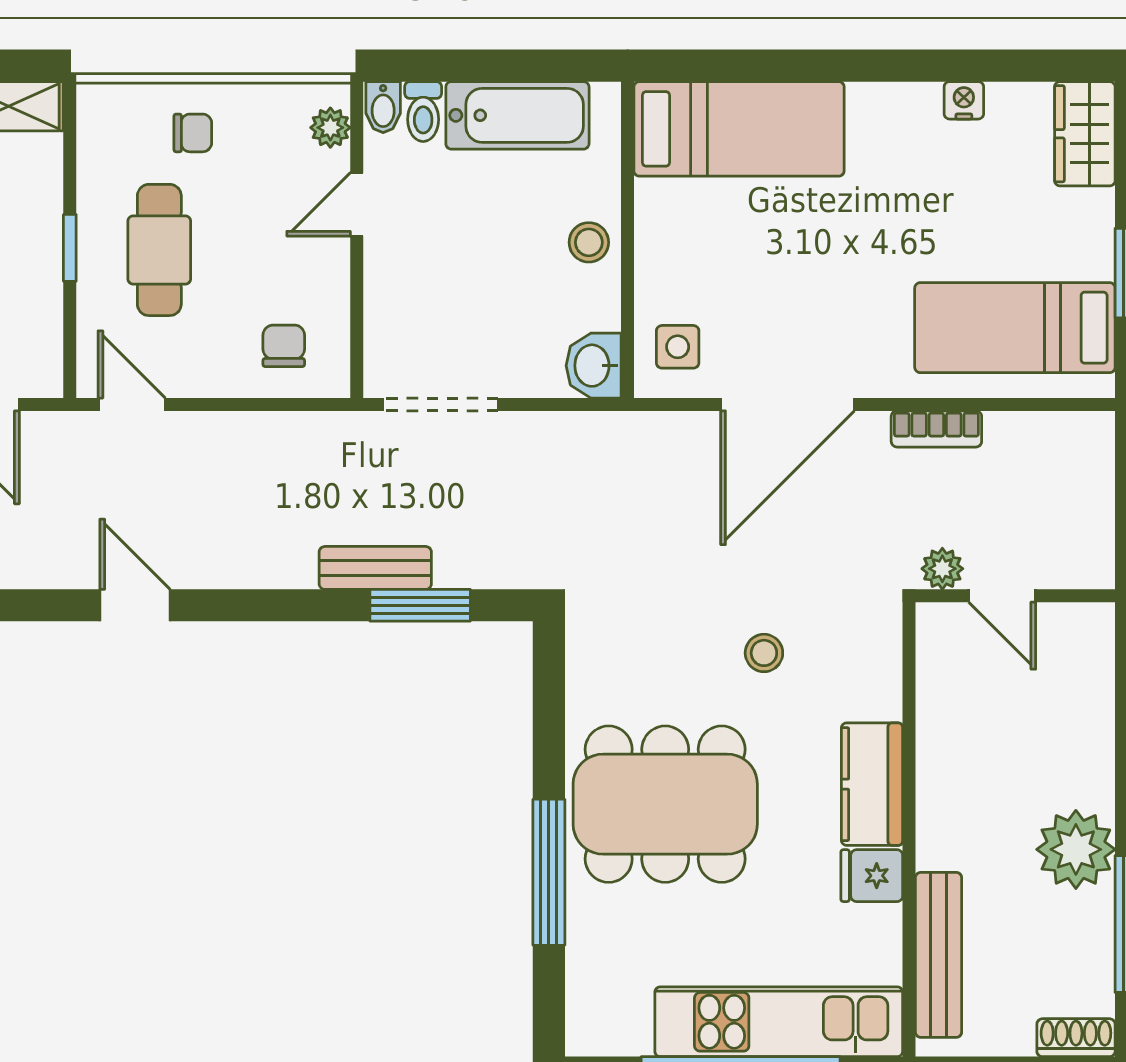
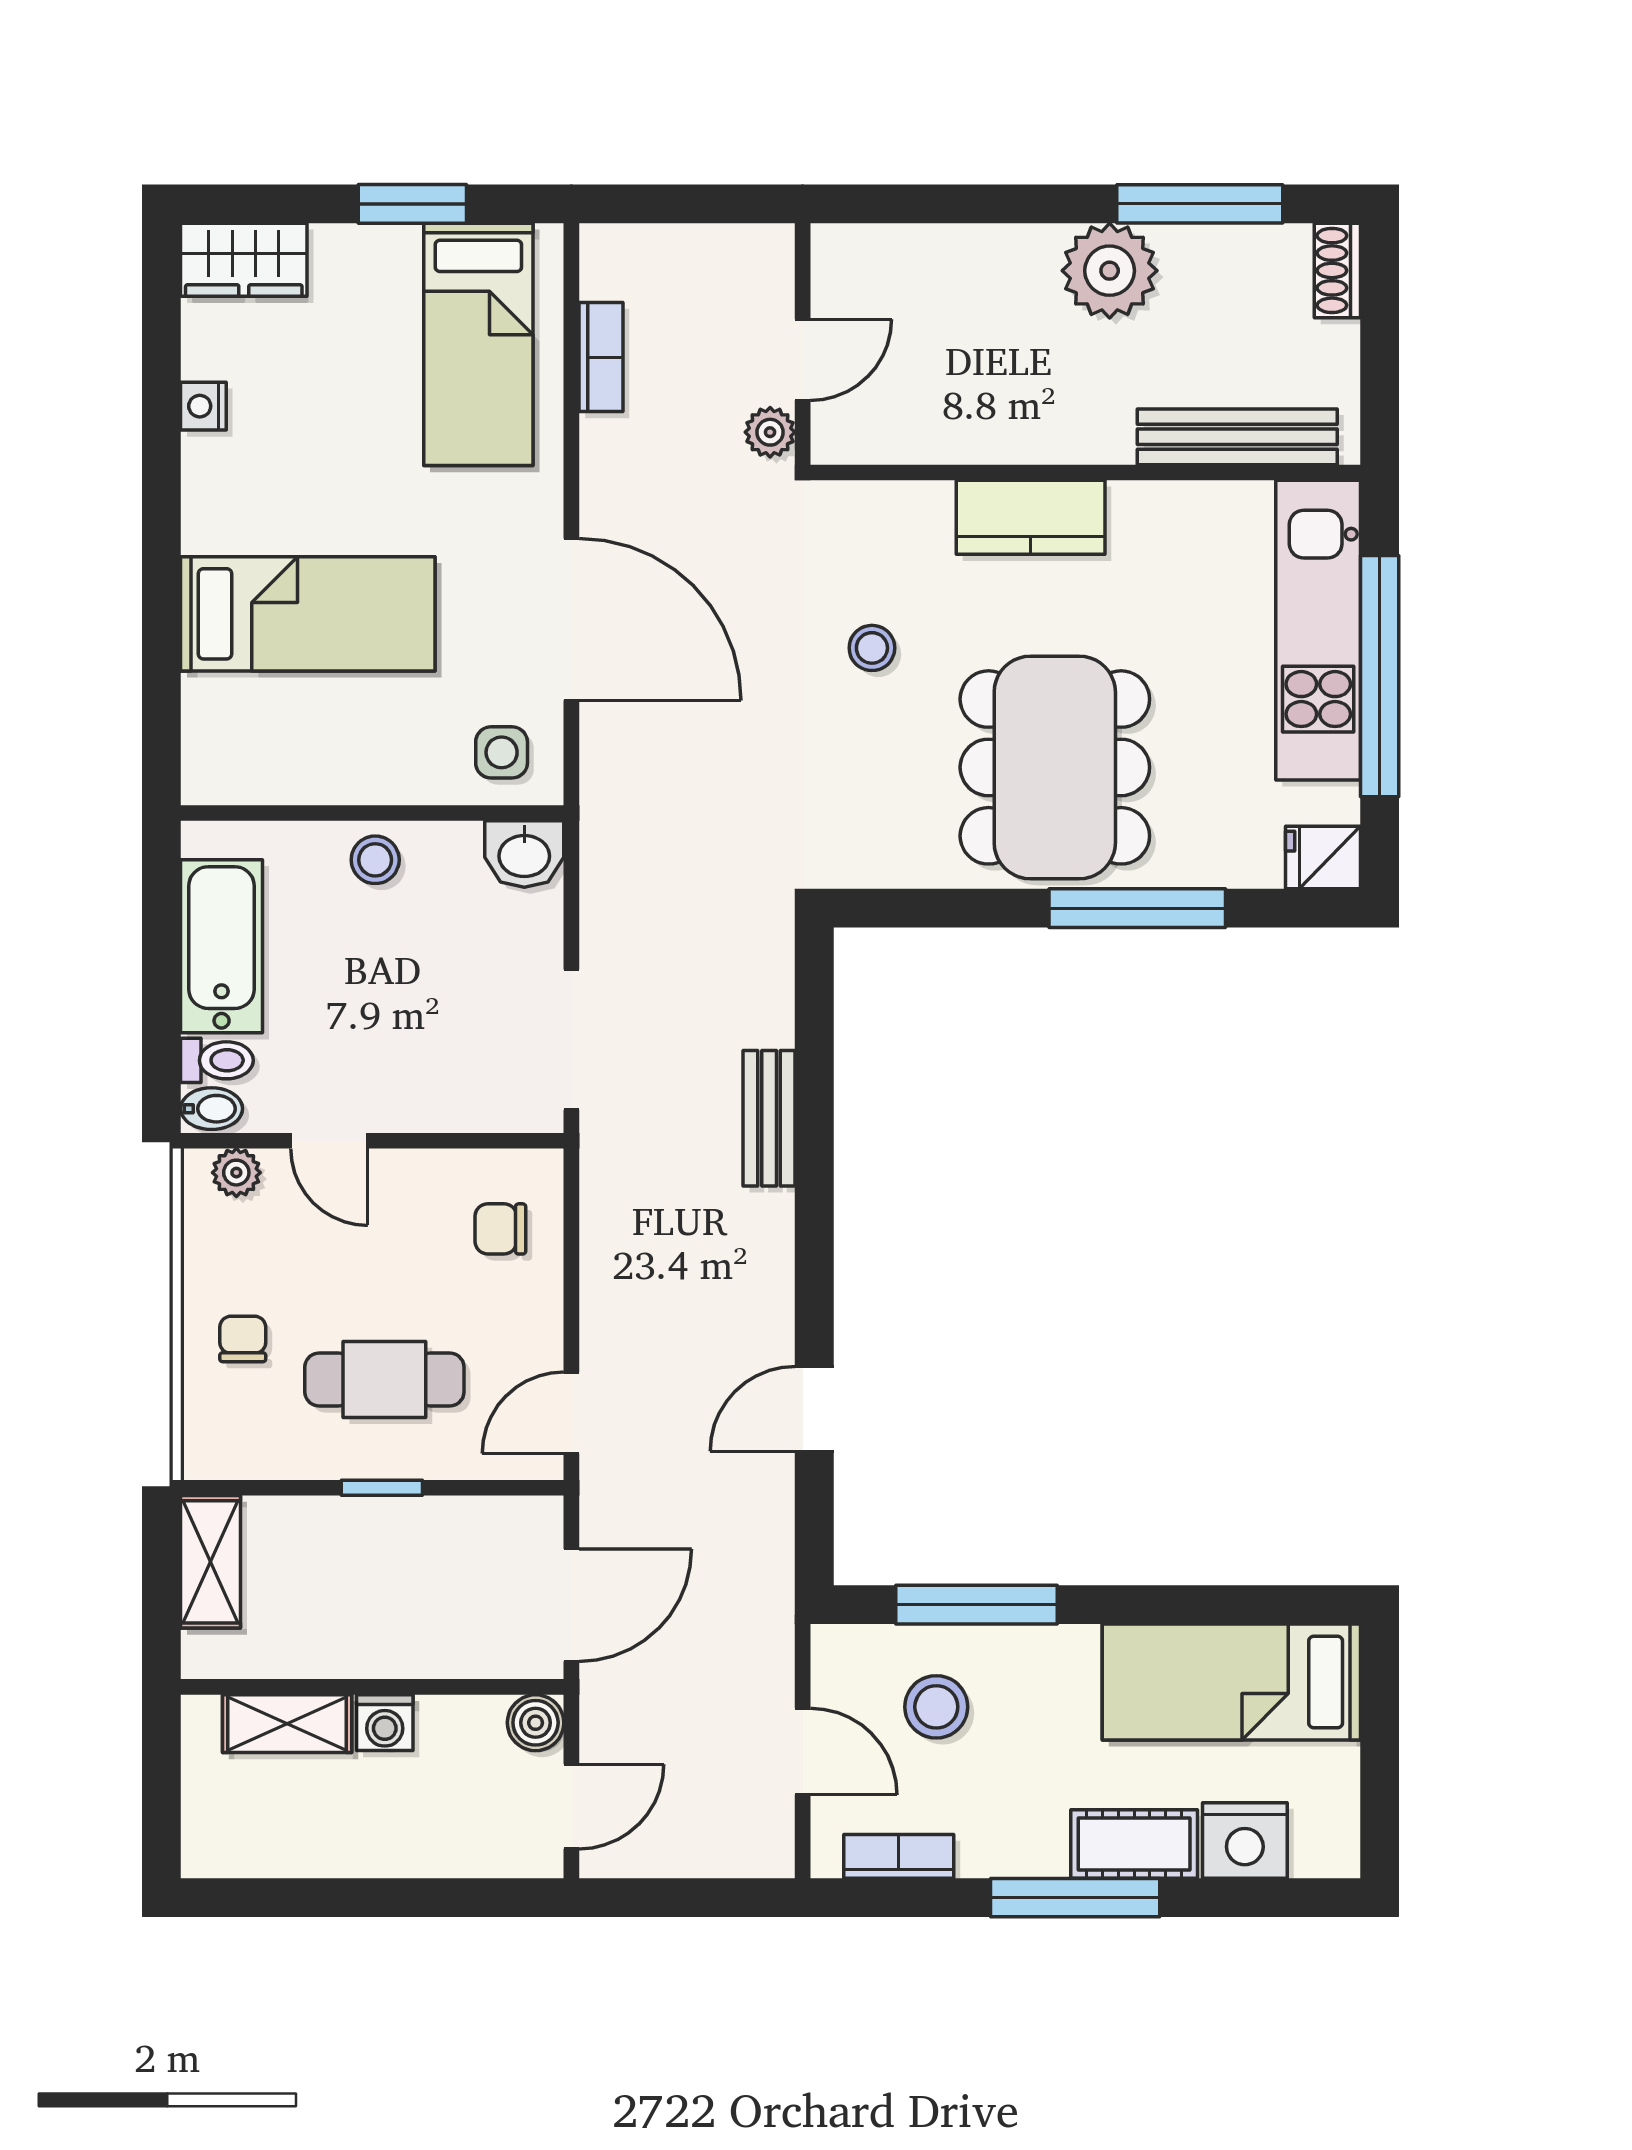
bed: (739, 129) -> (308, 614), moved, turned 90
bookcase: (936, 429) -> (601, 357), moved
window: (420, 605) -> (814, 1064), removed
fridge: (872, 876) -> (1323, 857), moved, turned 90

